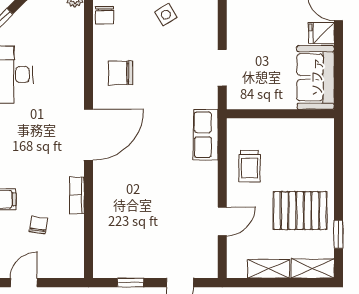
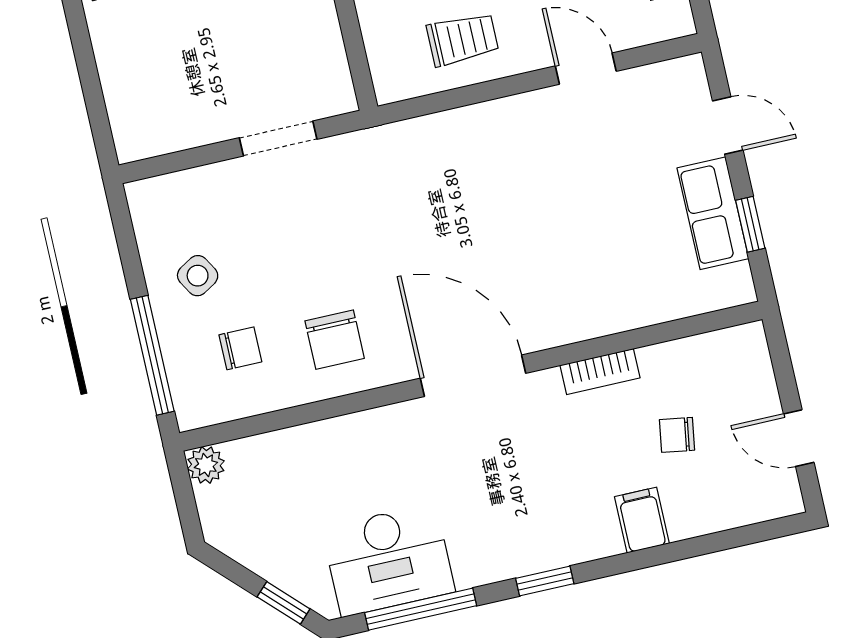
chair: (105, 15) -> (240, 348), moved
row of seats: (206, 135) -> (713, 213), moved, turned 90

